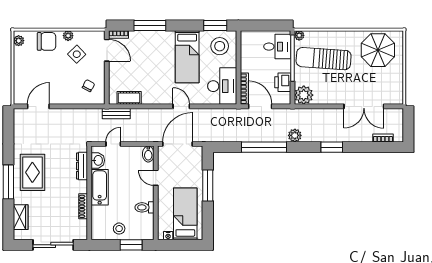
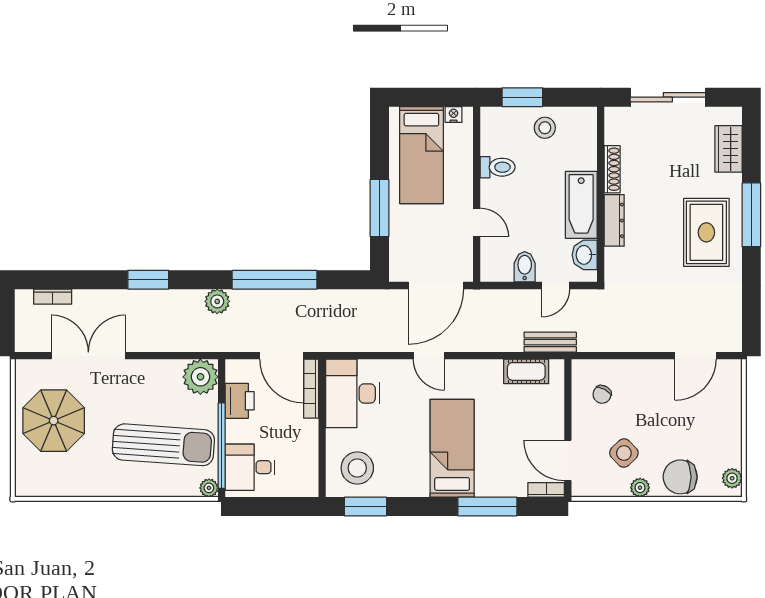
parasol: (378, 50) -> (54, 421), moved
bed: (187, 57) -> (452, 448), moved
bidet: (148, 154) -> (525, 267), moved
dresser: (82, 166) -> (614, 220), moved

